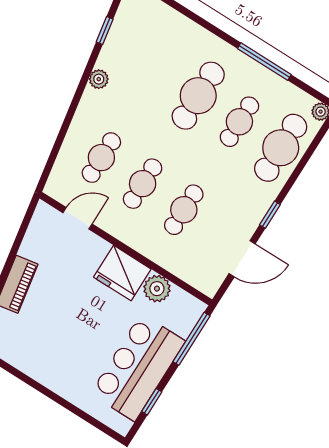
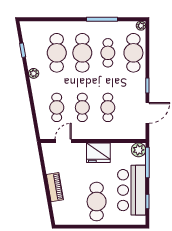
cafe table: (157, 70) -> (57, 53), added
plant: (157, 289) -> (139, 150), moved
cafe table: (70, 350) -> (97, 202), added

